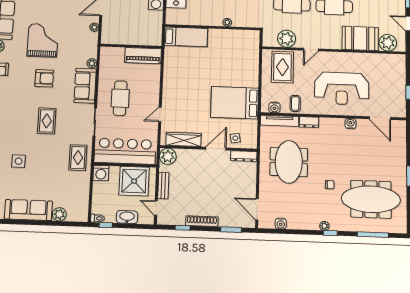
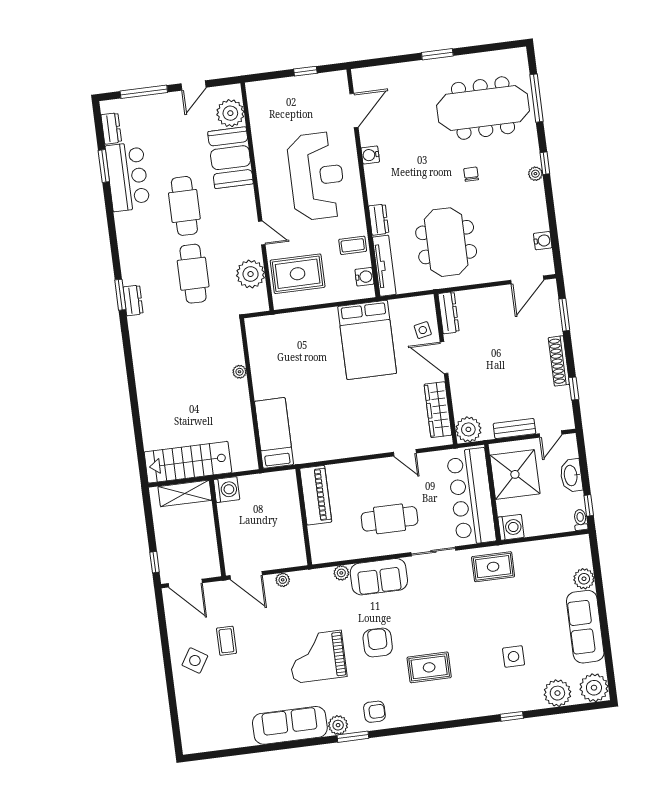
rug: (47, 121) -> (429, 667), moved
meeting table: (289, 162) -> (446, 242), turned 90
meeting table: (371, 199) -> (483, 108), turned 90

